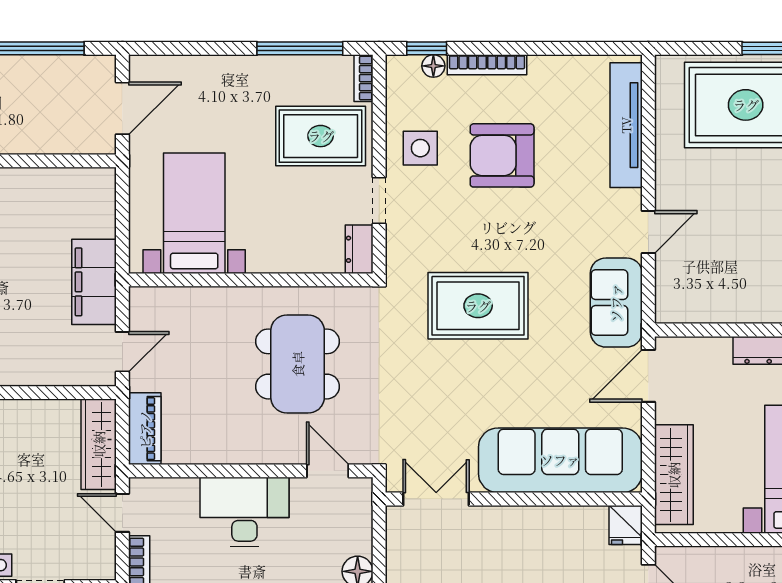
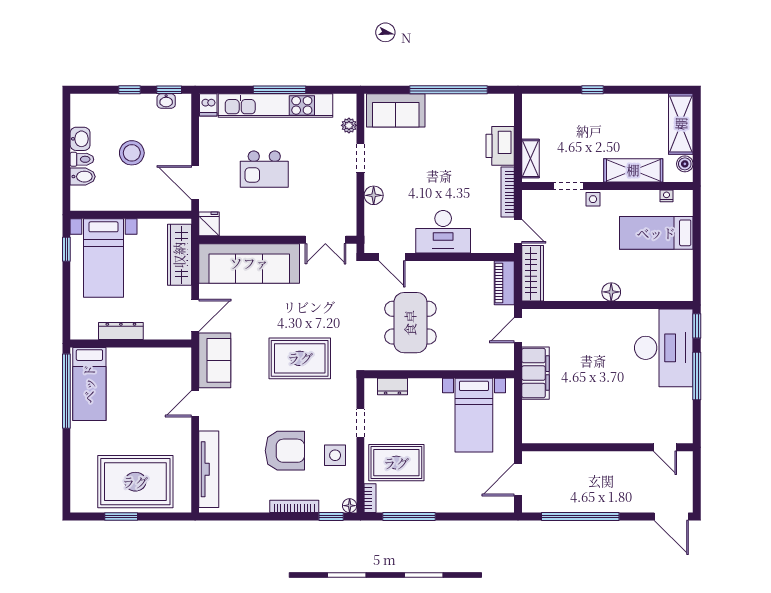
floor lamp: (433, 66) -> (350, 506), moved
dresser: (359, 249) -> (392, 387), moved, turned 90

